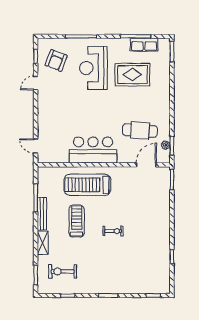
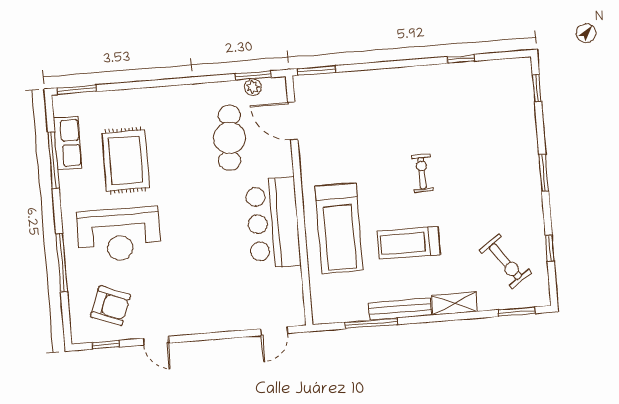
exercise bike: (63, 271) -> (505, 262), turned -36

